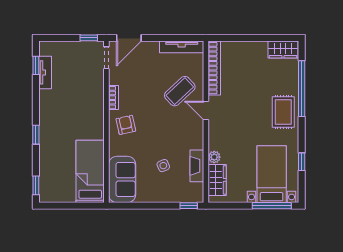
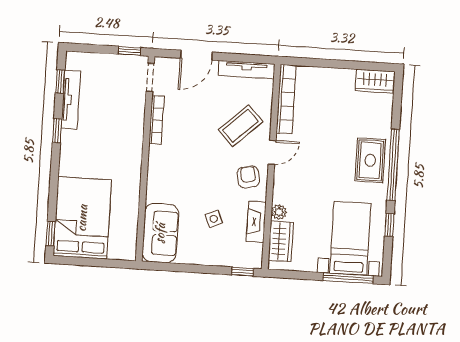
door: (129, 38) -> (196, 55), moved
tv unit: (45, 72) -> (71, 100), width x1.41
window: (302, 89) -> (393, 165), moved
bookcase: (114, 98) -> (157, 120), width x1.56
door: (206, 111) -> (272, 152), swing flipped
armchair: (126, 125) -> (248, 177), moved
window: (36, 135) -> (57, 131), moved
bed: (90, 171) -> (82, 218), moved, width x1.50

